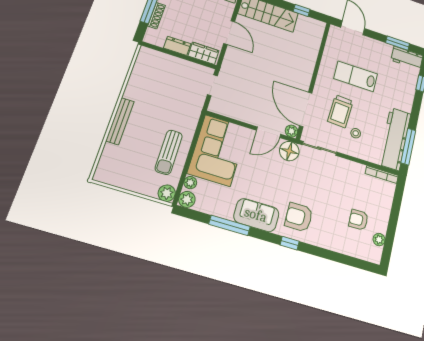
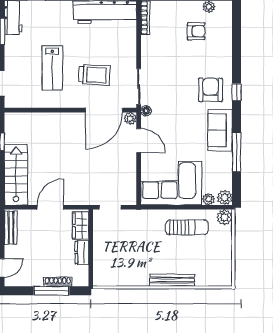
stool: (356, 133) -> (112, 54), removed
floor lamp: (289, 151) -> (146, 111), width x0.53, depth x0.53
armchair: (299, 217) -> (210, 90), turned 180
armchair: (358, 220) -> (196, 31), turned -89

